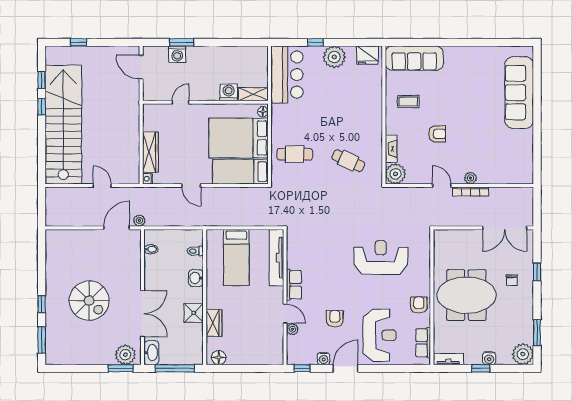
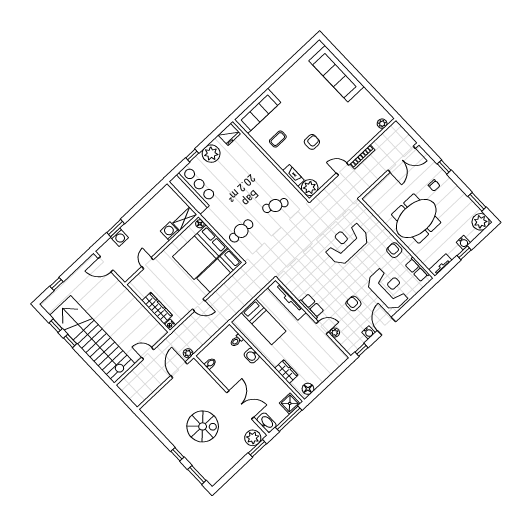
plant: (470, 178) -> (382, 124), moved
shower: (194, 313) -> (290, 403), moved

